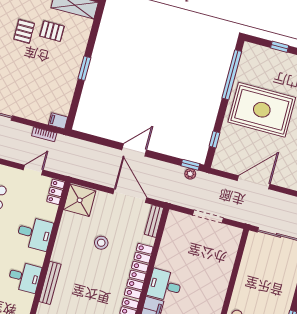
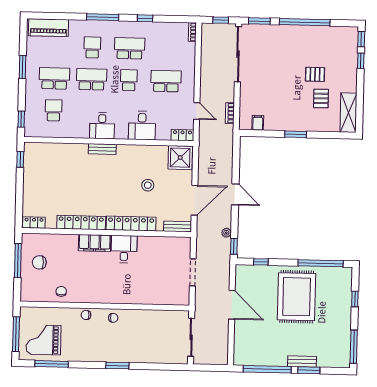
filing cabinet: (58, 121) -> (258, 123), moved
plant: (190, 174) -> (226, 233), moved
bench: (50, 283) -> (102, 149), width x0.73

